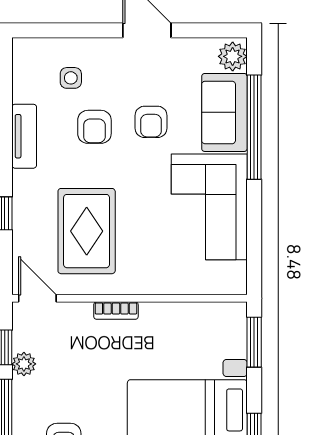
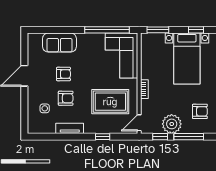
plant: (233, 56) -> (36, 39), removed
window: (254, 127) -> (107, 30), moved
corner sofa: (209, 207) -> (121, 56), moved, turned 90
plant: (24, 364) -> (172, 124), width x1.88, depth x1.88

